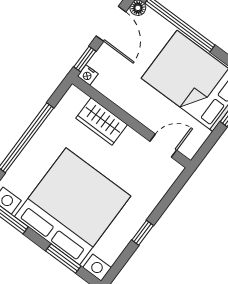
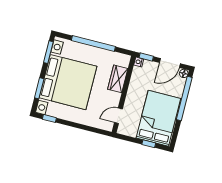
door: (163, 146) -> (118, 116), swing flipped
window: (143, 233) -> (49, 118), moved

